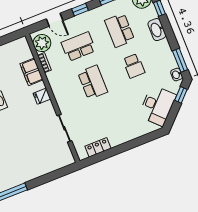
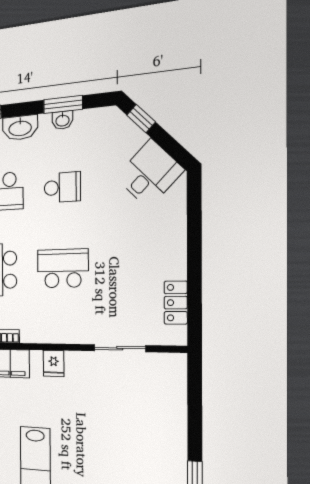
window: (180, 60) -> (63, 104), moved
washbasin: (177, 75) -> (62, 120), moved
desk: (157, 106) -> (150, 174), width x0.73

